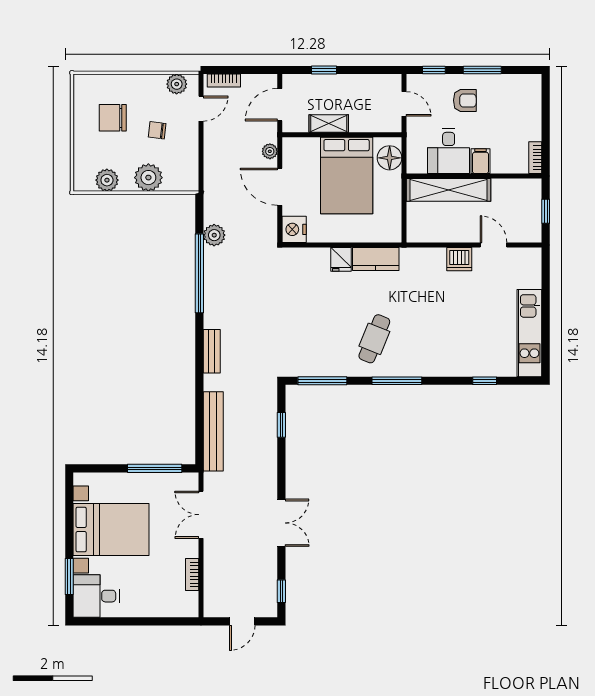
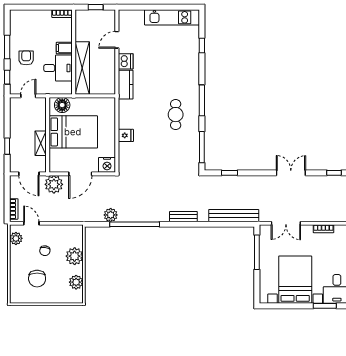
plant: (270, 151) -> (54, 184), width x1.88, depth x1.88
kitchen counter: (376, 259) -> (126, 85), moved
cafe table: (374, 339) -> (176, 115), turned 68

